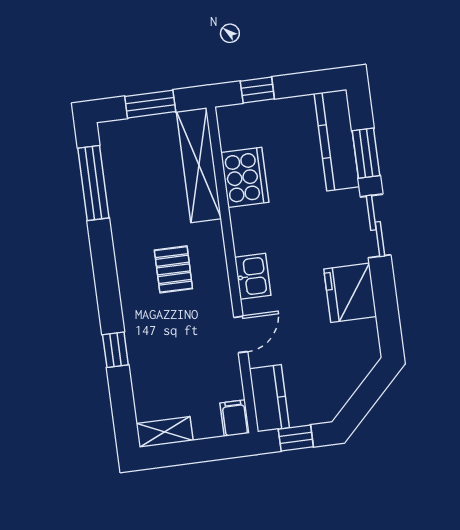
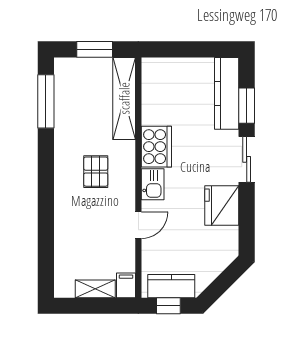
window: (257, 90) -> (174, 49), removed
cooker: (245, 177) -> (156, 147), moved
window: (115, 350) -> (46, 224), removed
kitchen counter: (269, 398) -> (171, 286), moved, turned -90
shelving: (165, 432) -> (95, 289), moved

